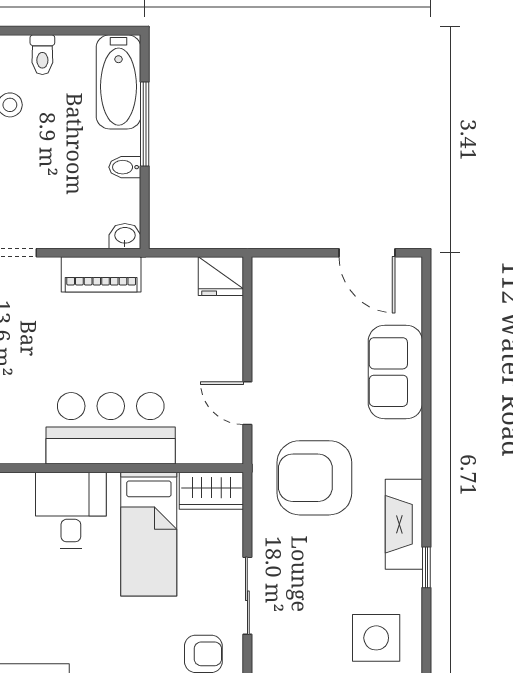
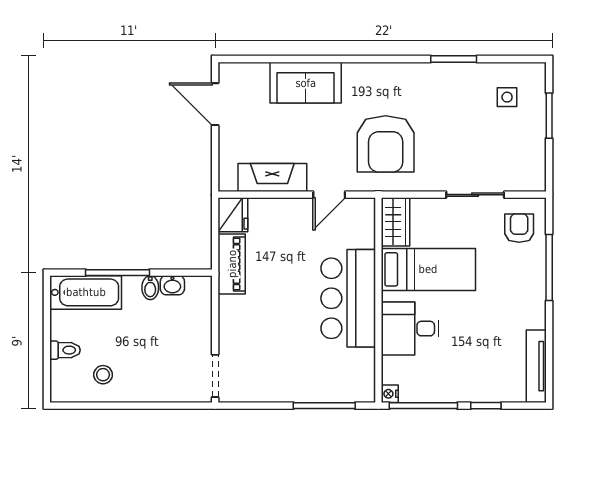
washbasin: (125, 236) -> (172, 285), moved, turned -90
door: (367, 253) -> (215, 104), swing flipped
piano: (101, 274) -> (232, 264), moved
fireplace: (404, 524) -> (272, 178), moved, turned 180
window: (426, 567) -> (454, 59), width x1.50
side table: (376, 638) -> (507, 97), width x0.54, depth x0.54

